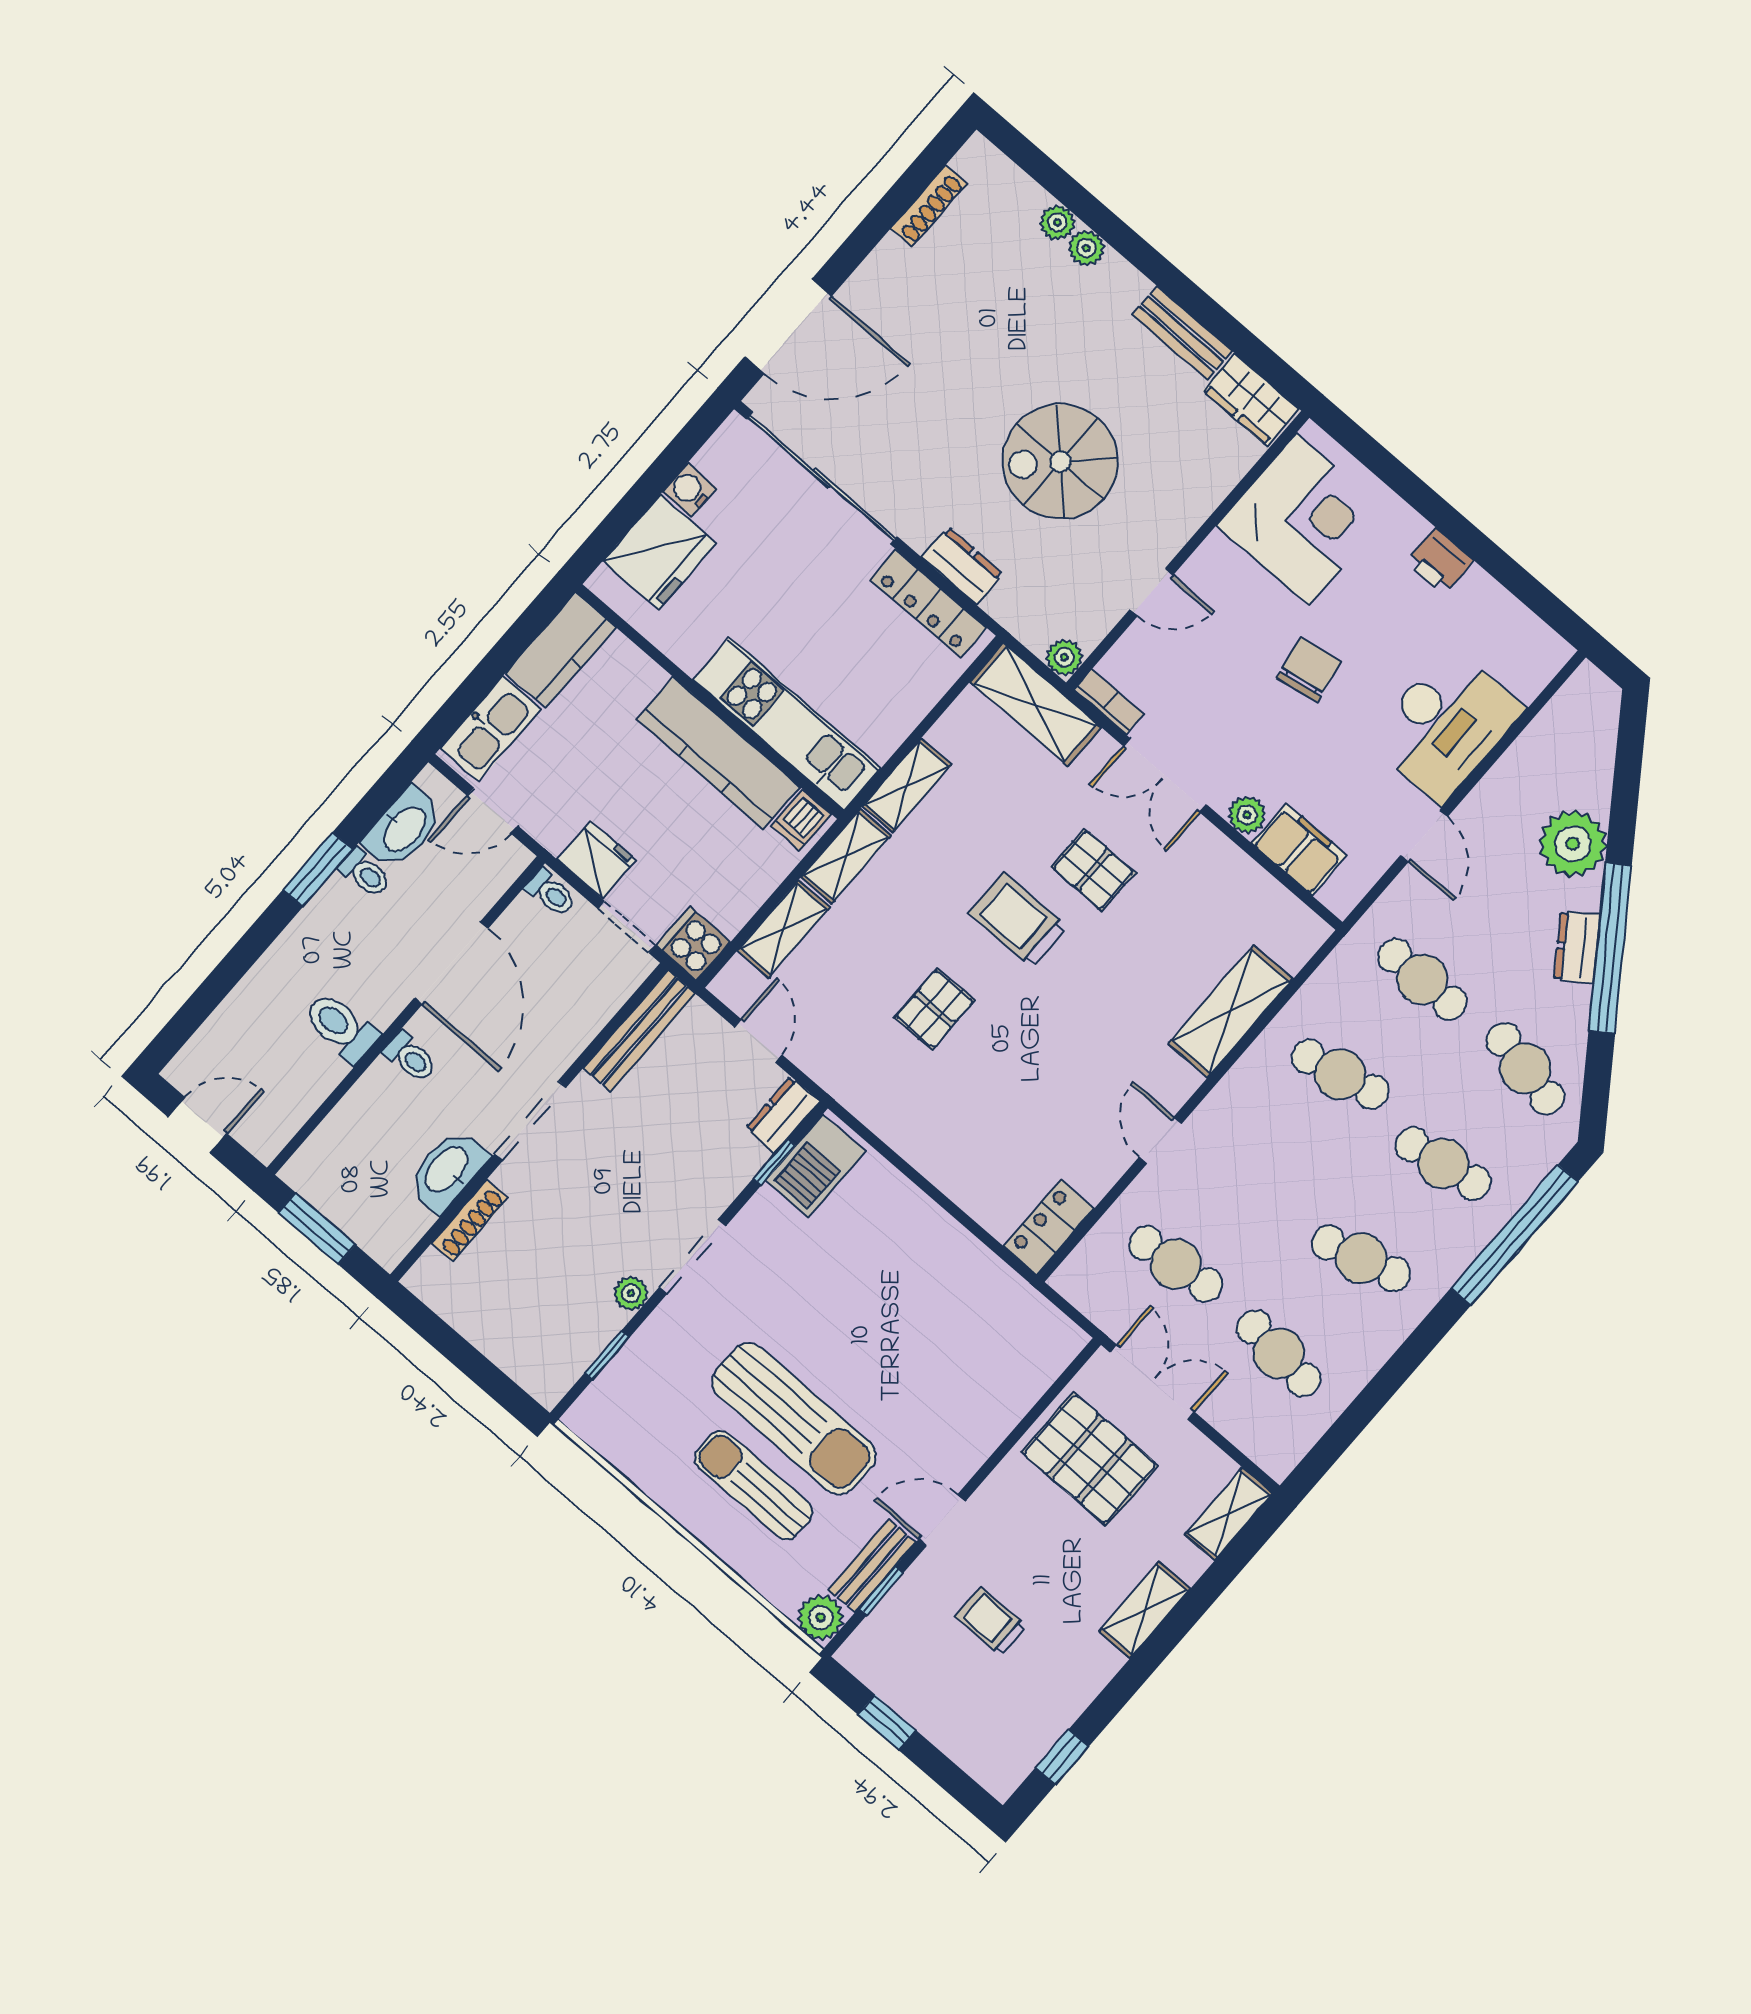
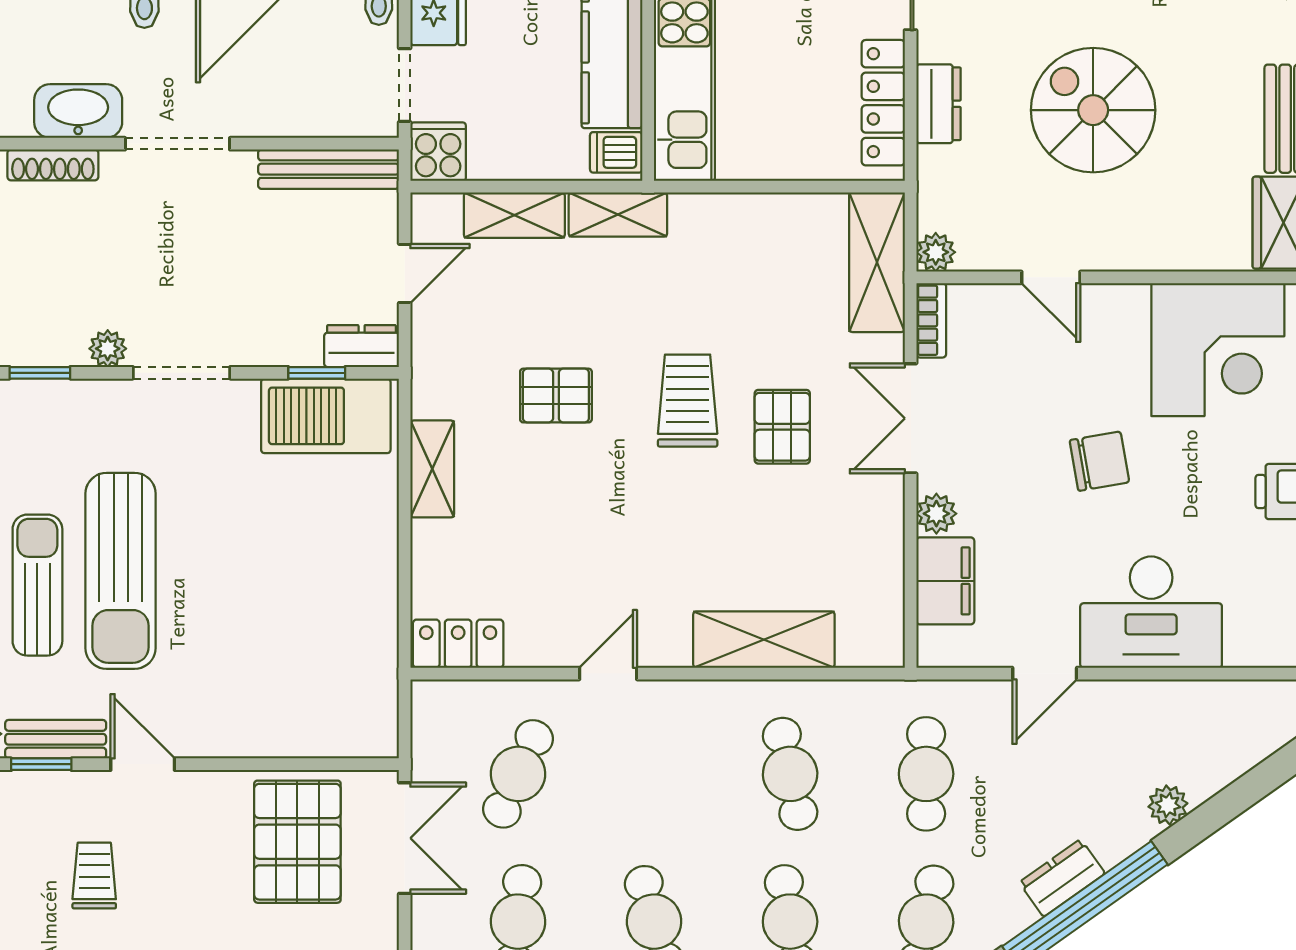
shelving: (907, 785) -> (432, 469), moved, turned 90
plant: (1573, 844) -> (1168, 805), width x0.53, depth x0.53
barbecue: (816, 1166) -> (326, 416), width x1.37, depth x1.21
cafe table: (1176, 1264) -> (518, 774), turned 30

